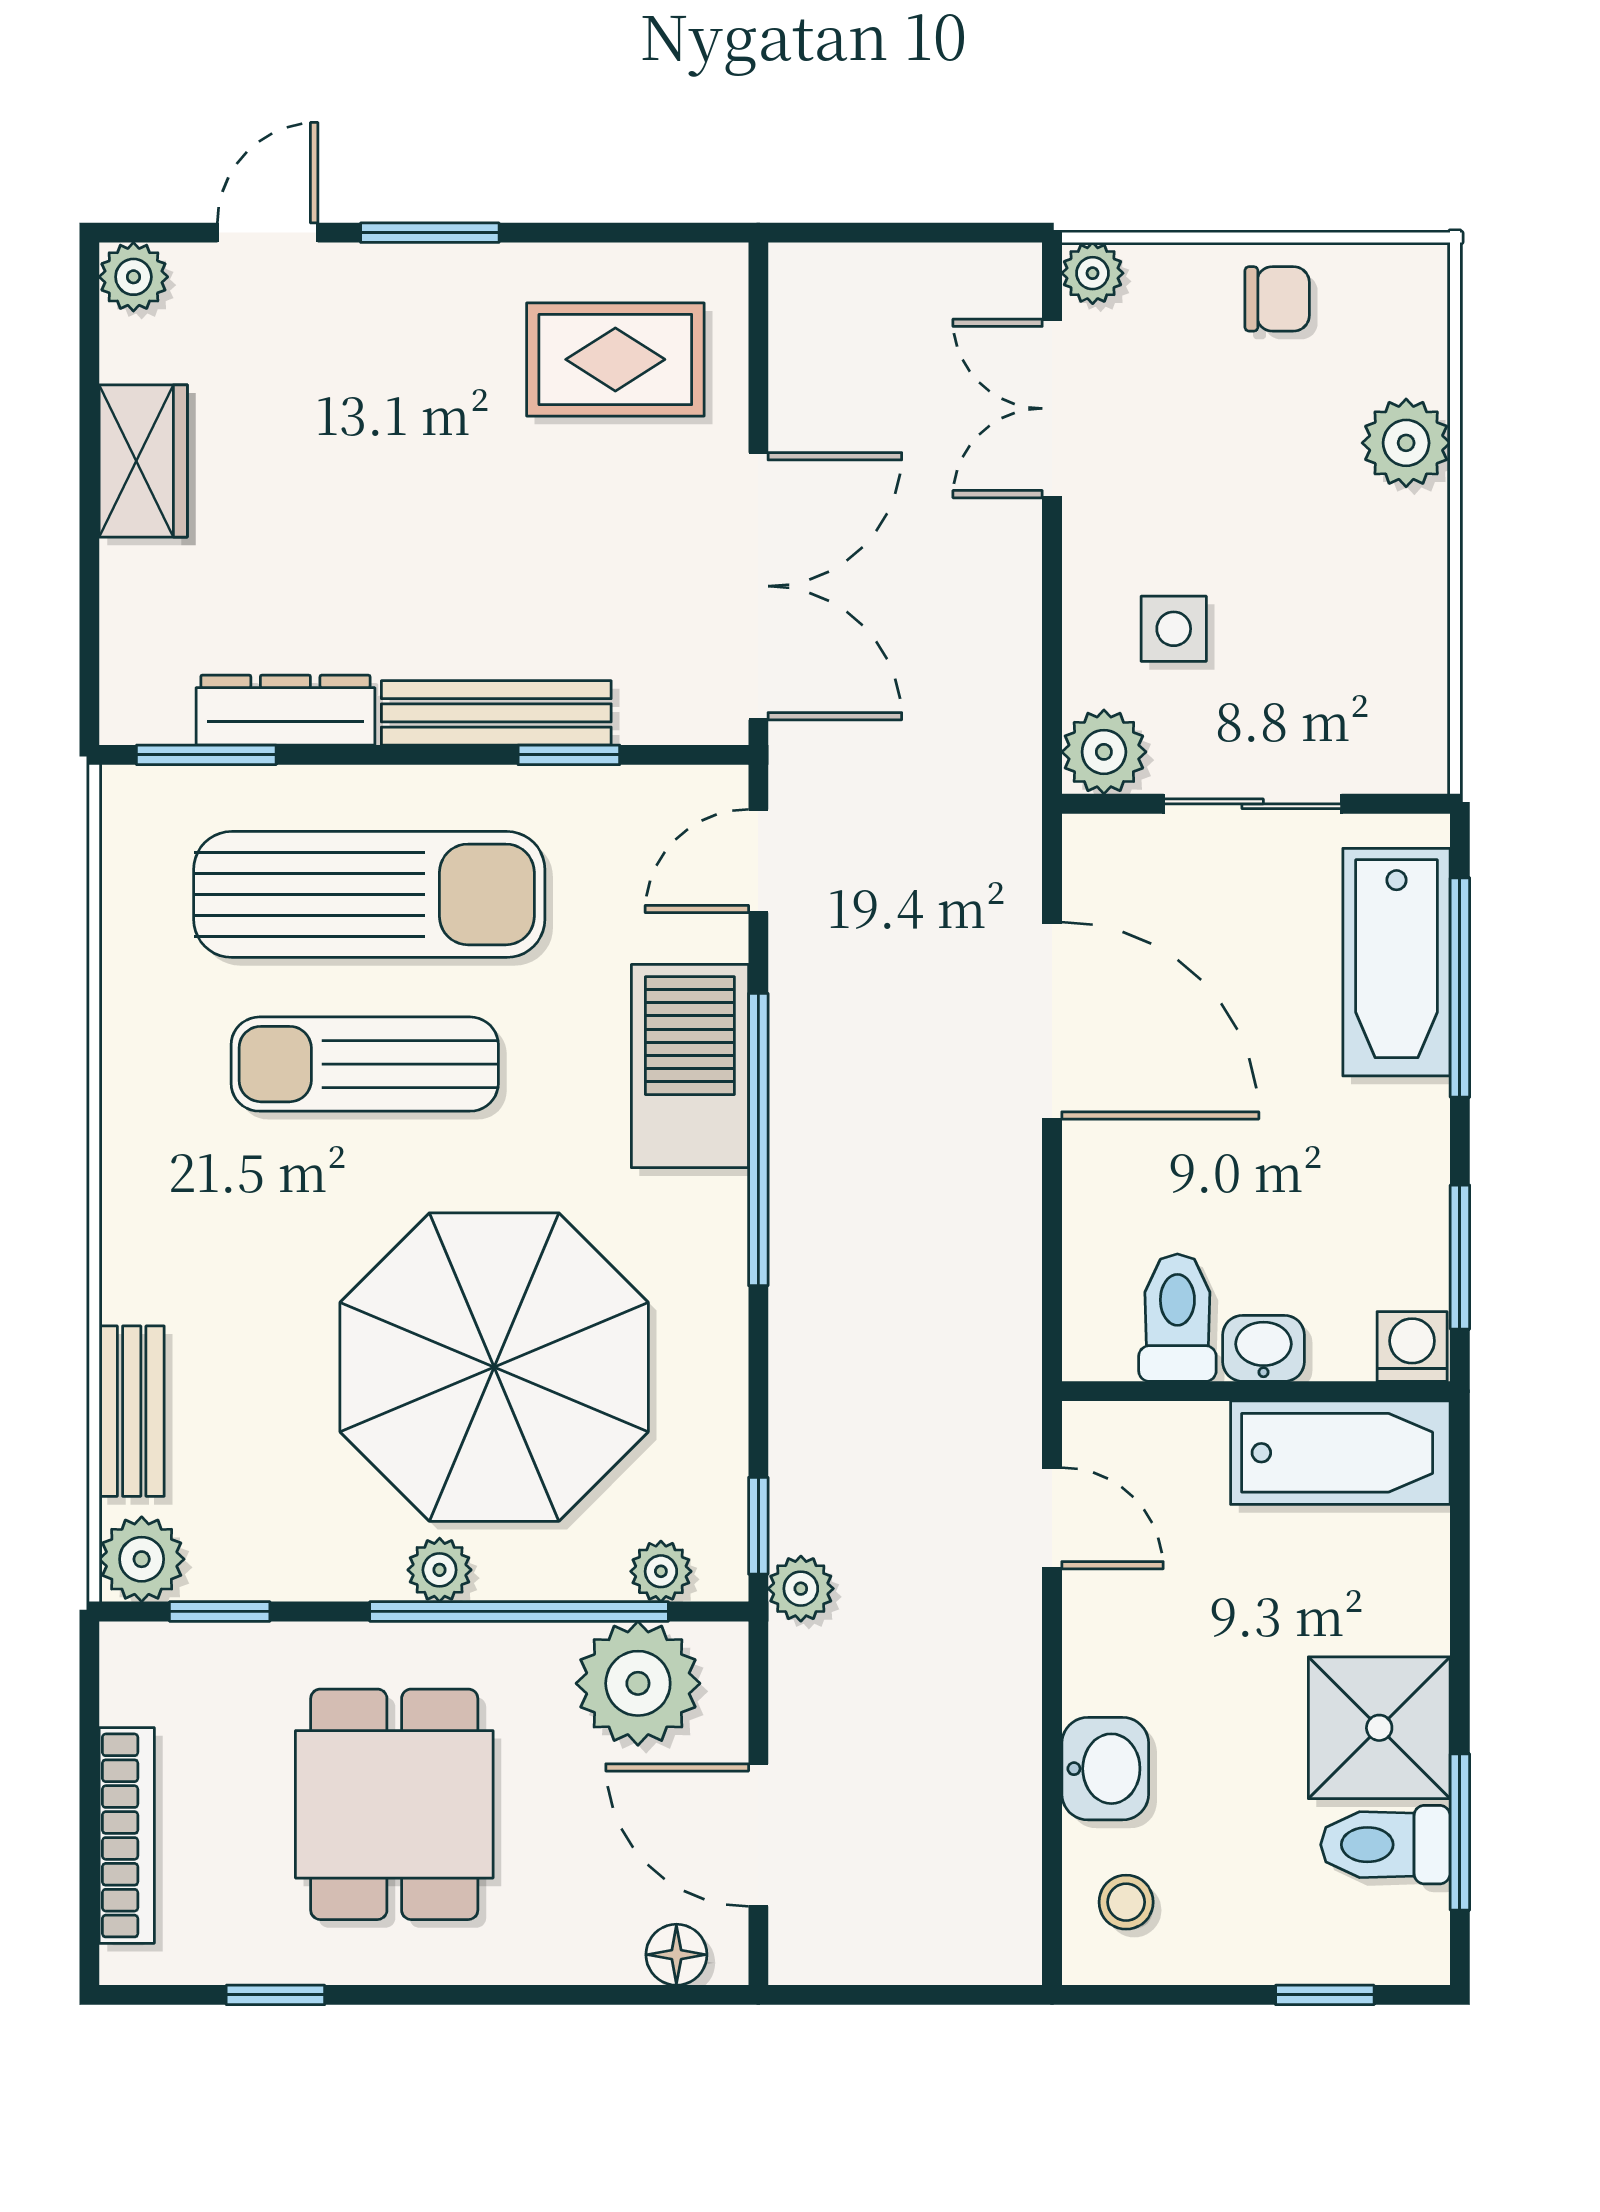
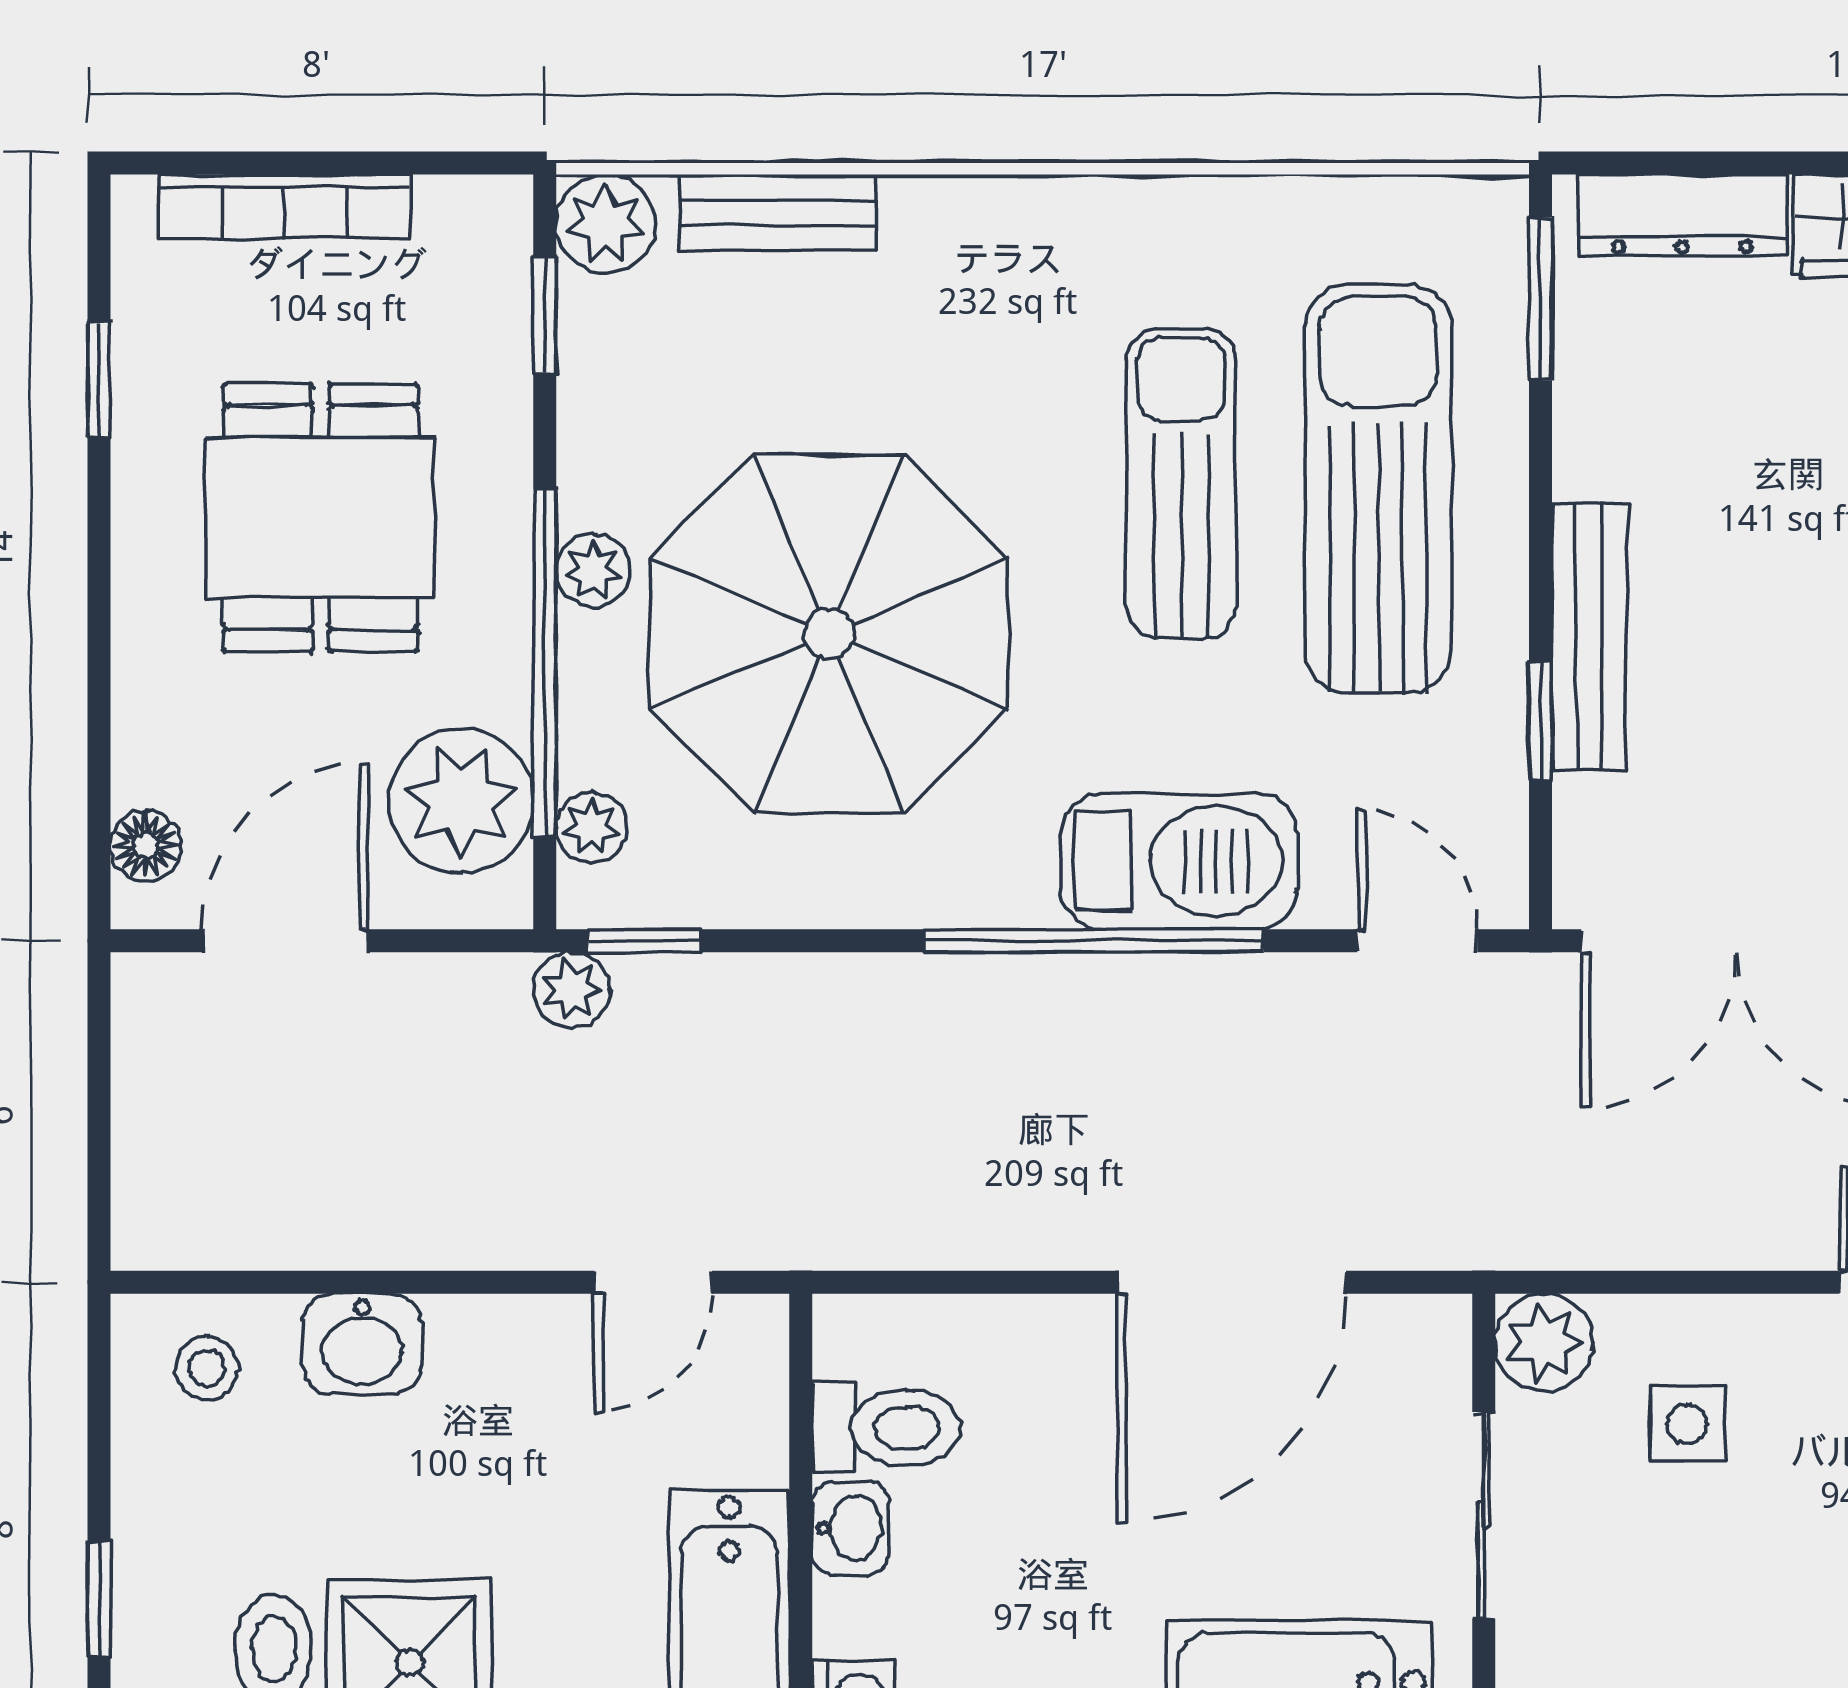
dresser: (285, 710) -> (1682, 215), moved, turned 90
sun lounger: (369, 894) -> (1378, 488), turned 180
dining table: (394, 1804) -> (321, 518), turned 90

